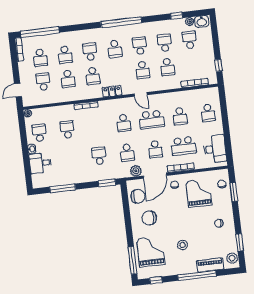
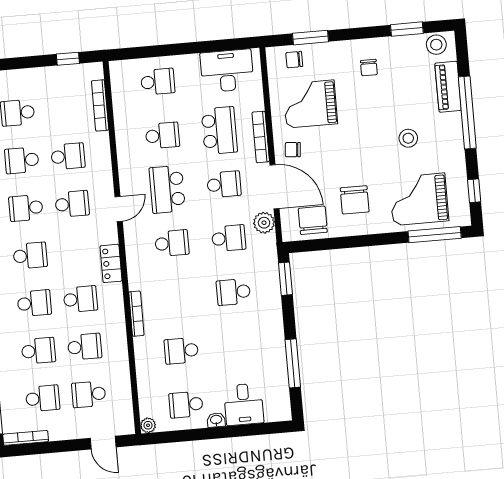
school desk: (90, 52) -> (34, 303), turned 180
school desk: (152, 120) -> (167, 189), turned 180

